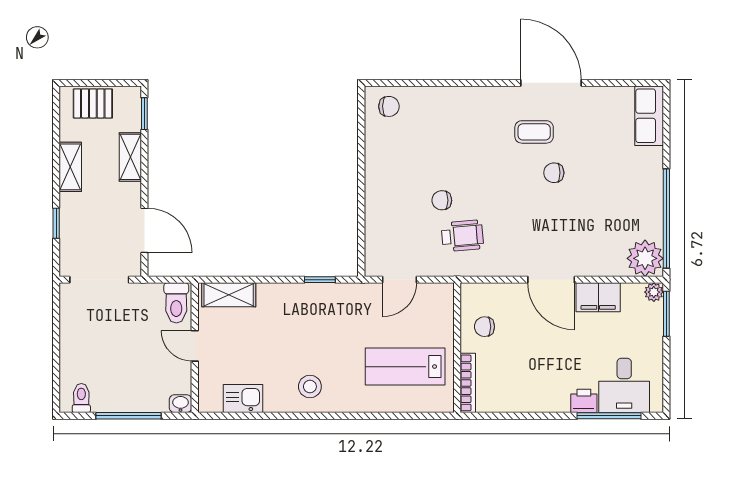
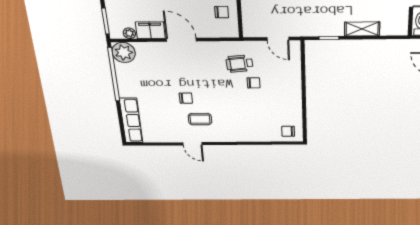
door: (551, 83) -> (192, 144), width x0.53
row of seats: (649, 116) -> (131, 121), width x1.48
door: (399, 280) -> (278, 39), swing flipped
plant: (654, 292) -> (129, 33), moved
shelving: (229, 295) -> (362, 29), moved

